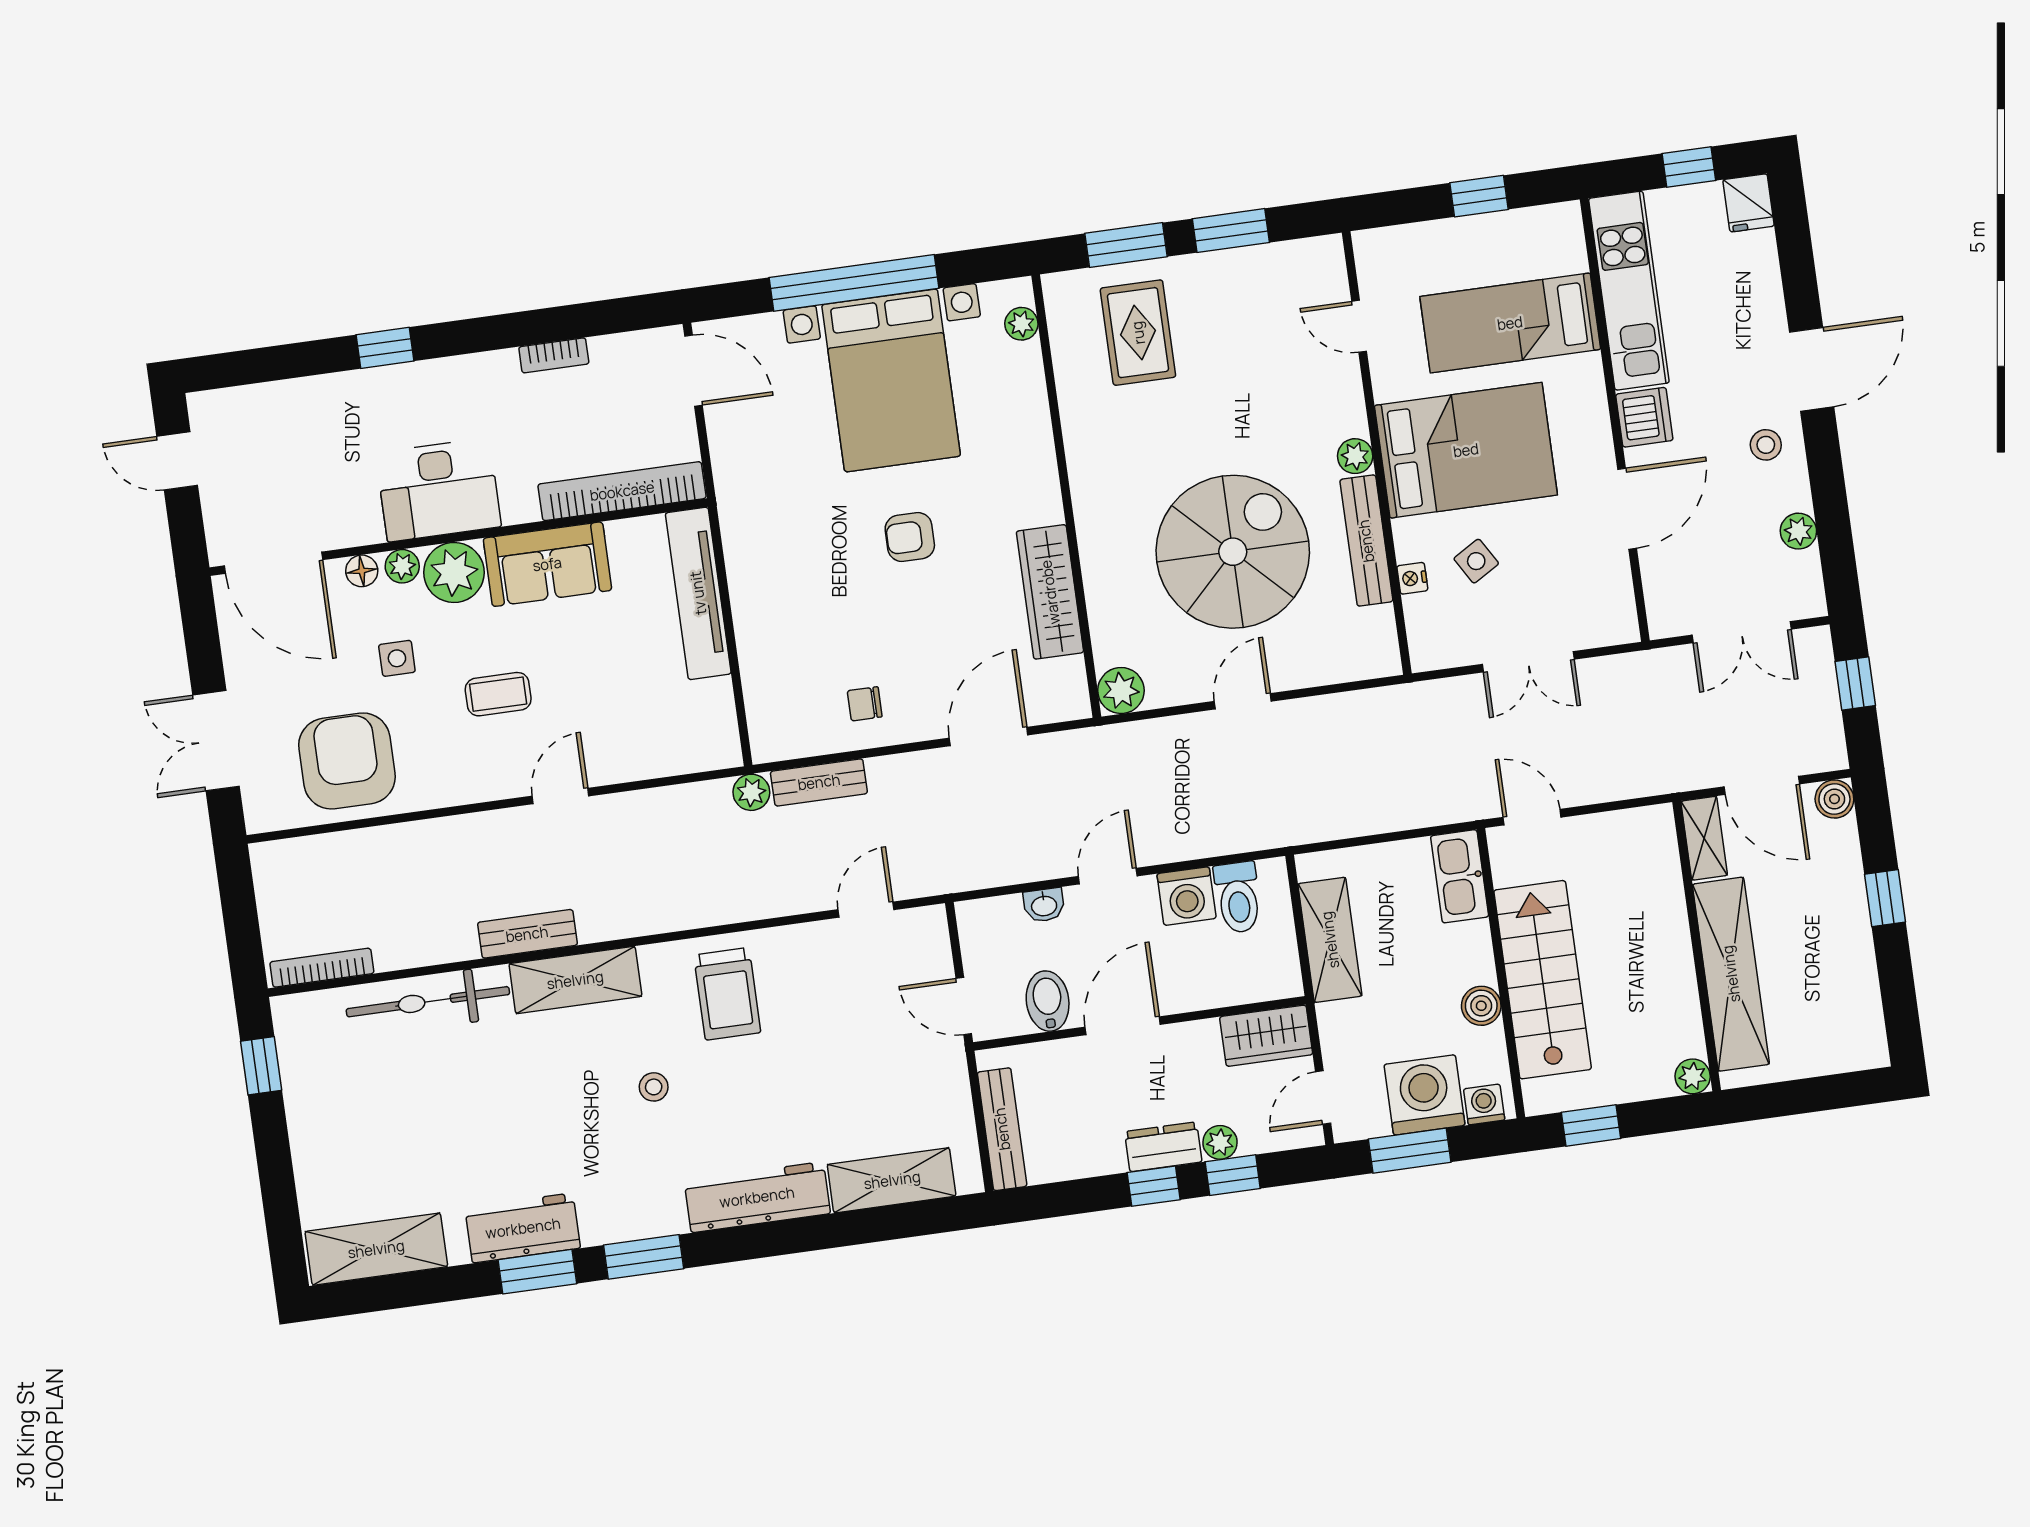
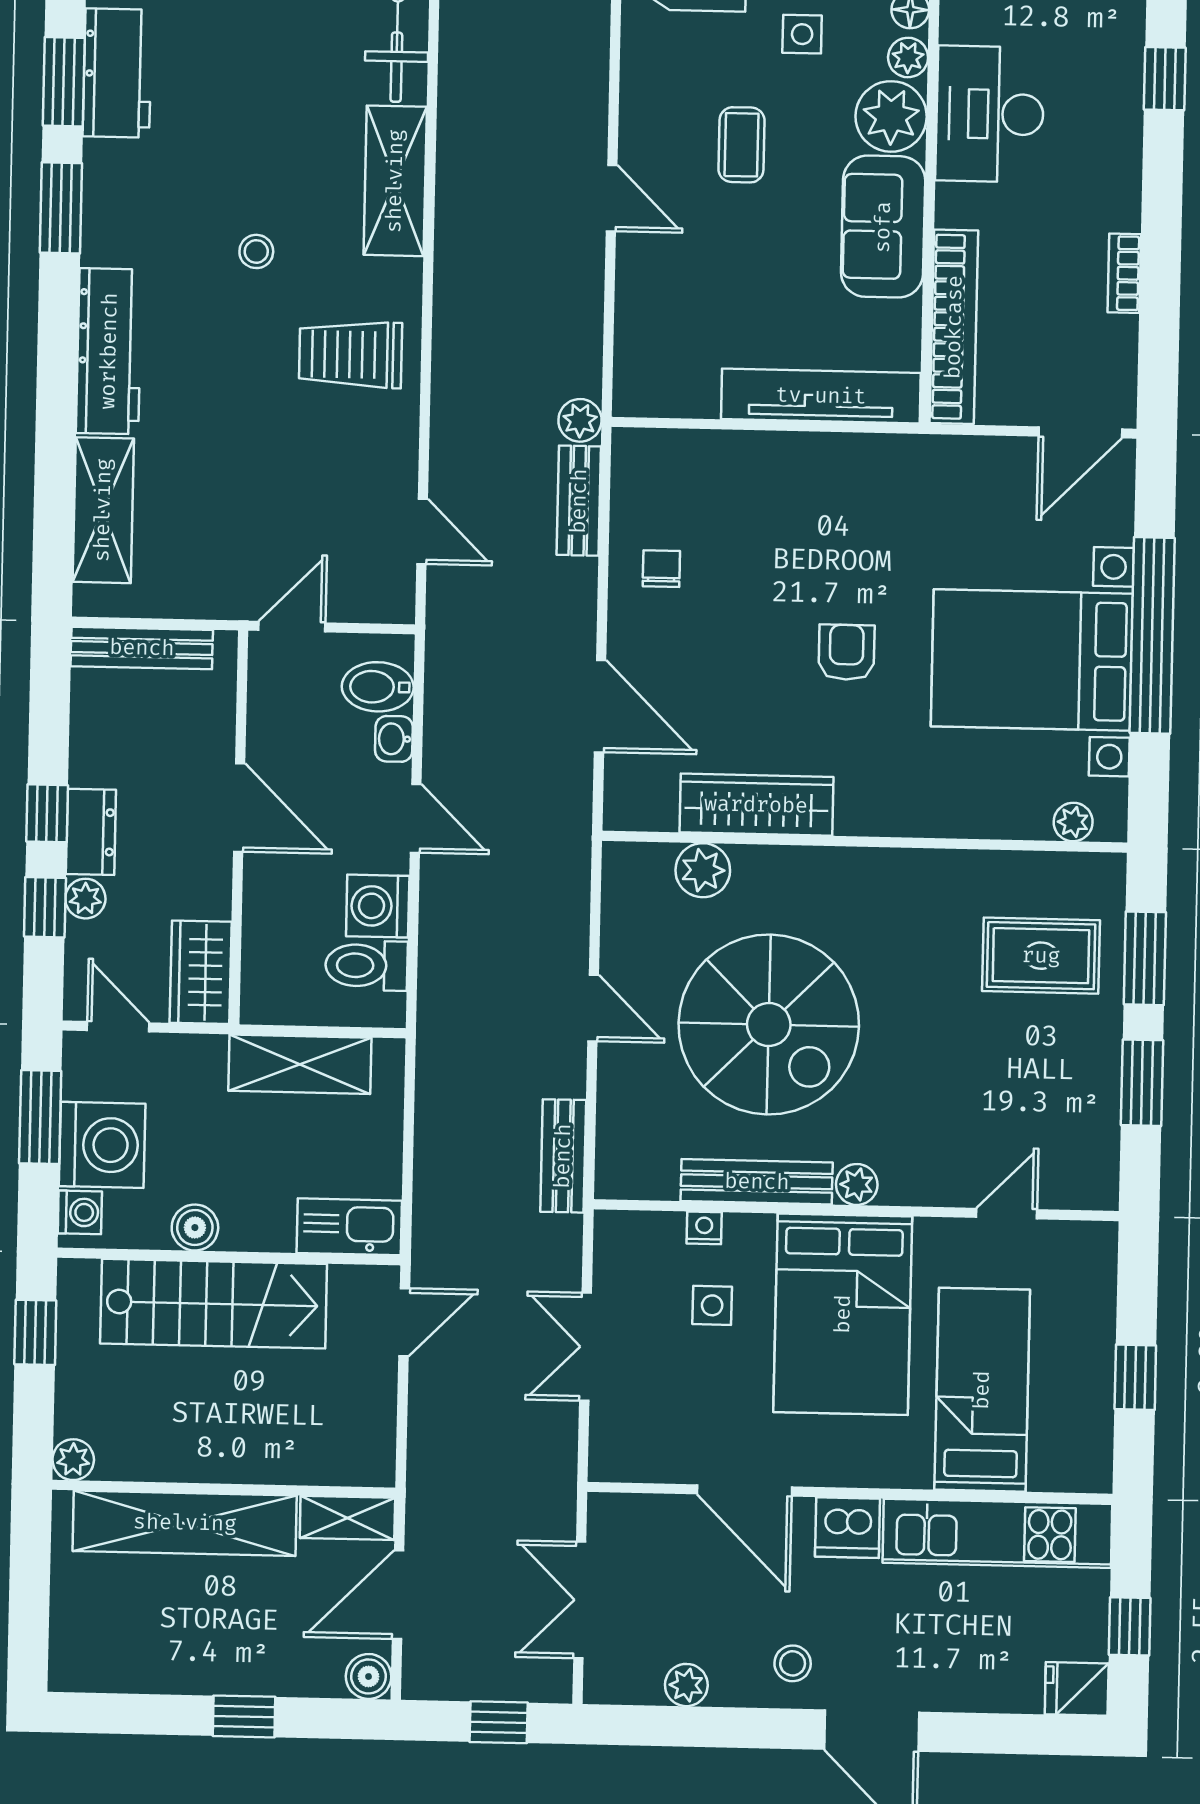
side table: (1476, 561) -> (712, 1305), turned 31
plant: (1121, 690) -> (703, 870), moved
bench: (527, 934) -> (563, 1156), moved
bidet: (1048, 1001) -> (378, 687), moved, turned 180

